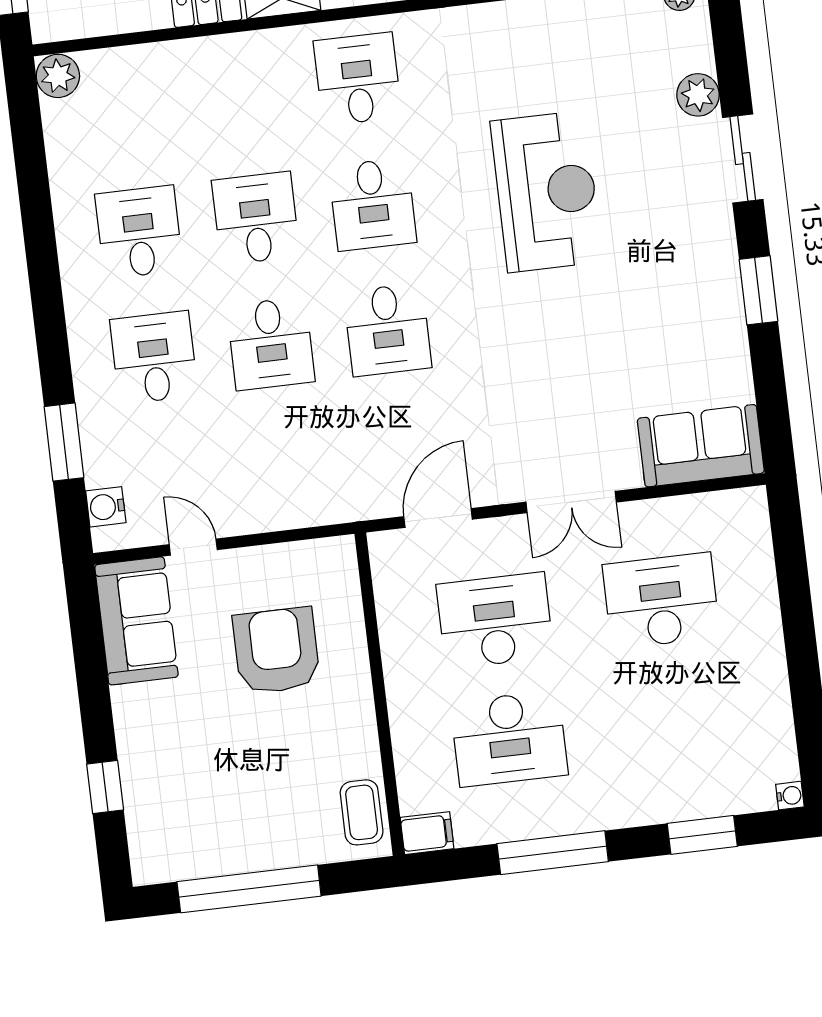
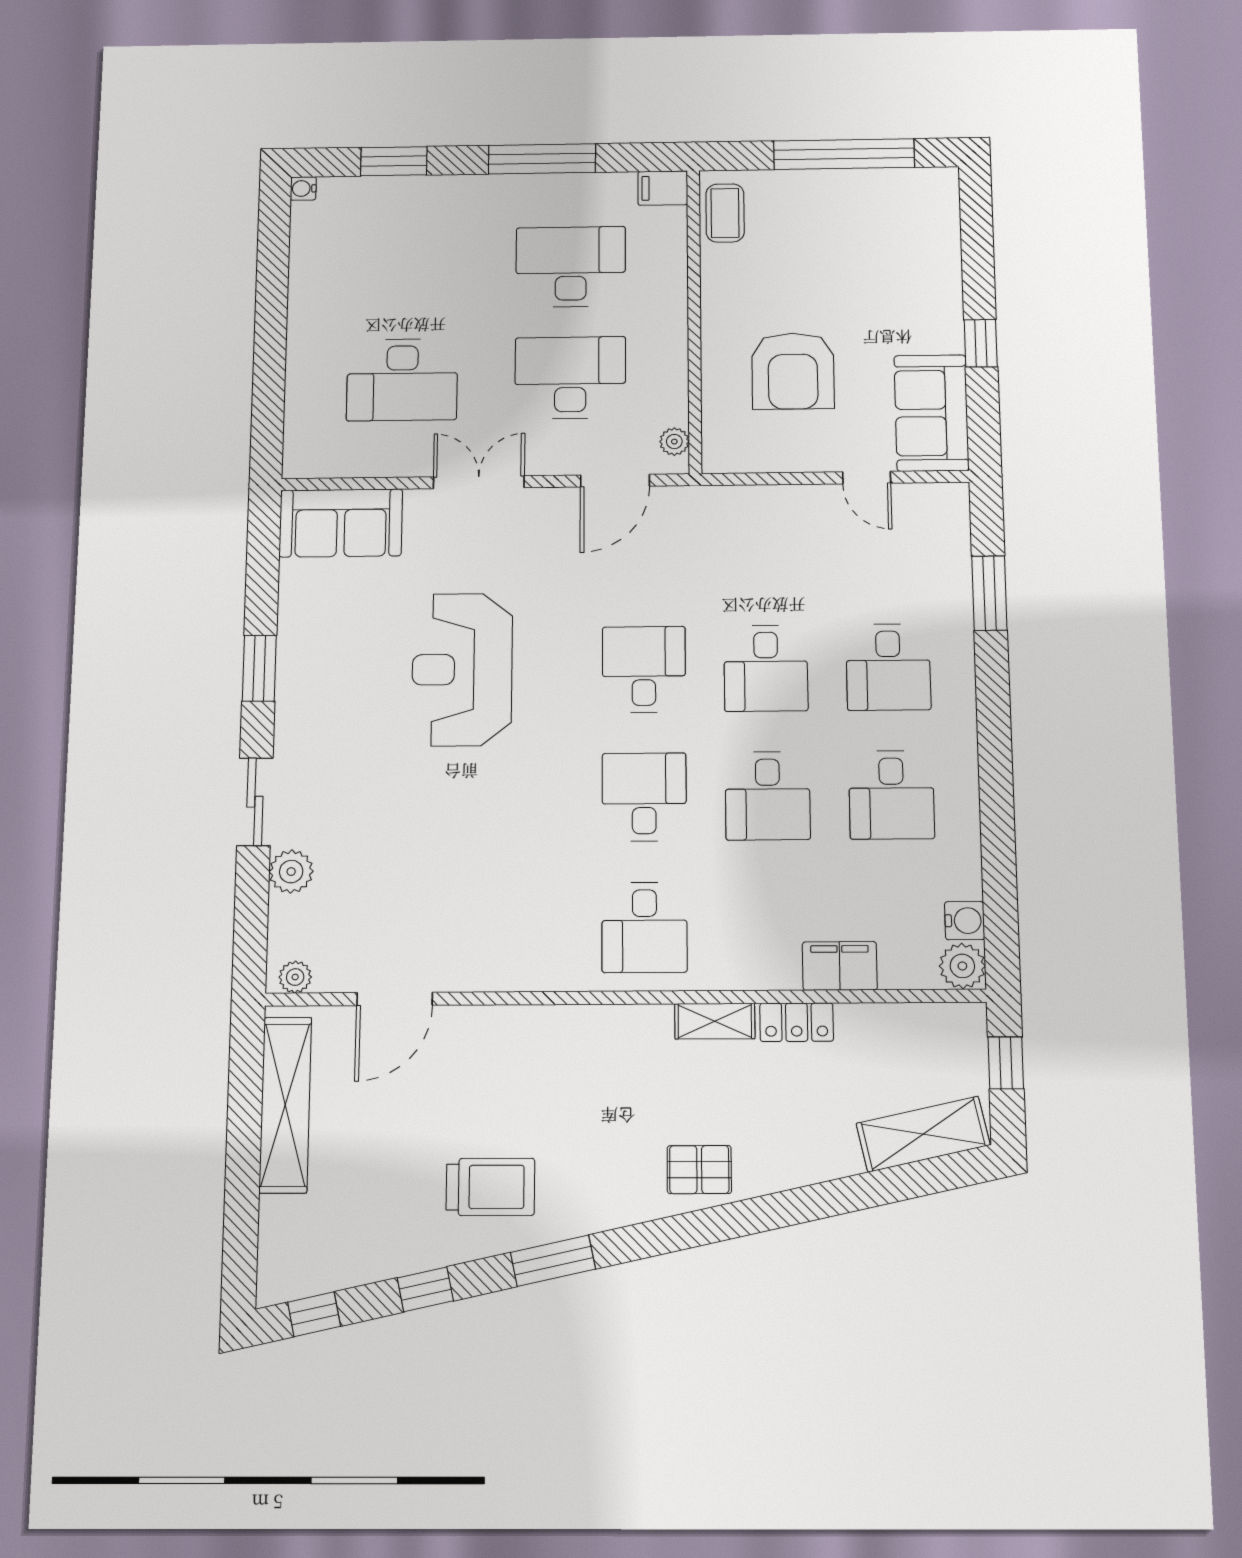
filing cabinet: (172, 63) -> (840, 966), added
reception desk: (546, 191) -> (462, 669), moved
desk: (271, 344) -> (766, 668), turned 180
water cooler: (106, 507) -> (965, 921), moved
plant: (385, 565) -> (674, 442), added
desk: (495, 621) -> (570, 378), turned 180
window: (105, 787) -> (981, 343), moved

